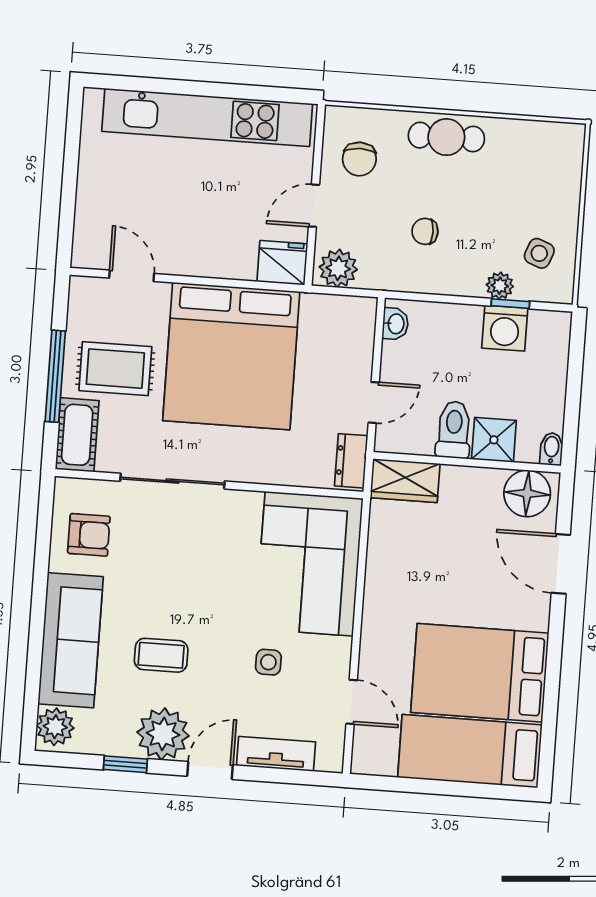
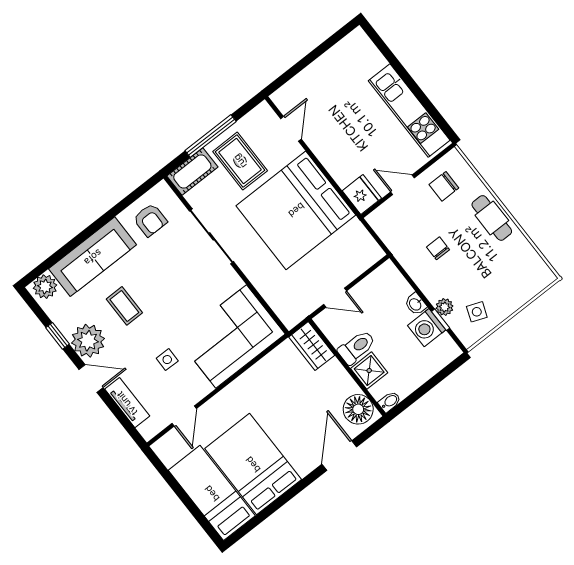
kitchen unit: (207, 117) -> (409, 110), width x0.73
plant: (338, 268) -> (383, 223), removed
washbasin: (395, 324) -> (416, 304), moved, turned 90
dresser: (351, 461) -> (298, 312), removed

